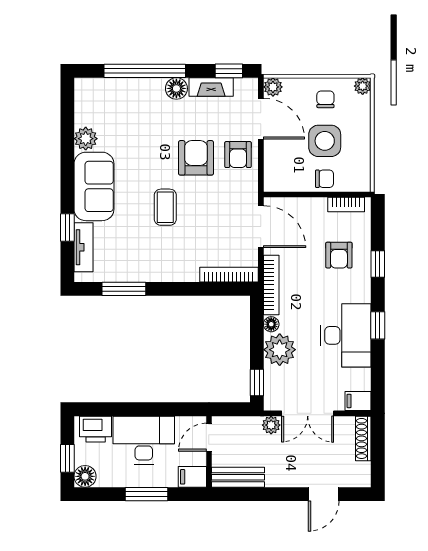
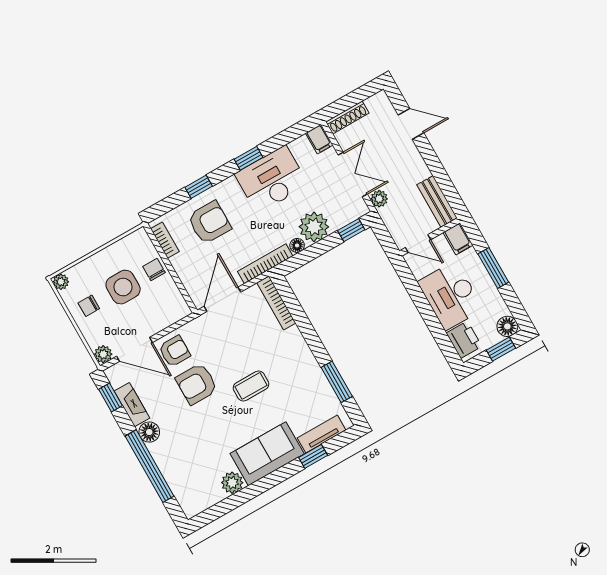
door: (261, 119) -> (135, 349), swing flipped
armchair: (339, 255) -> (209, 222), width x1.38, depth x1.38

